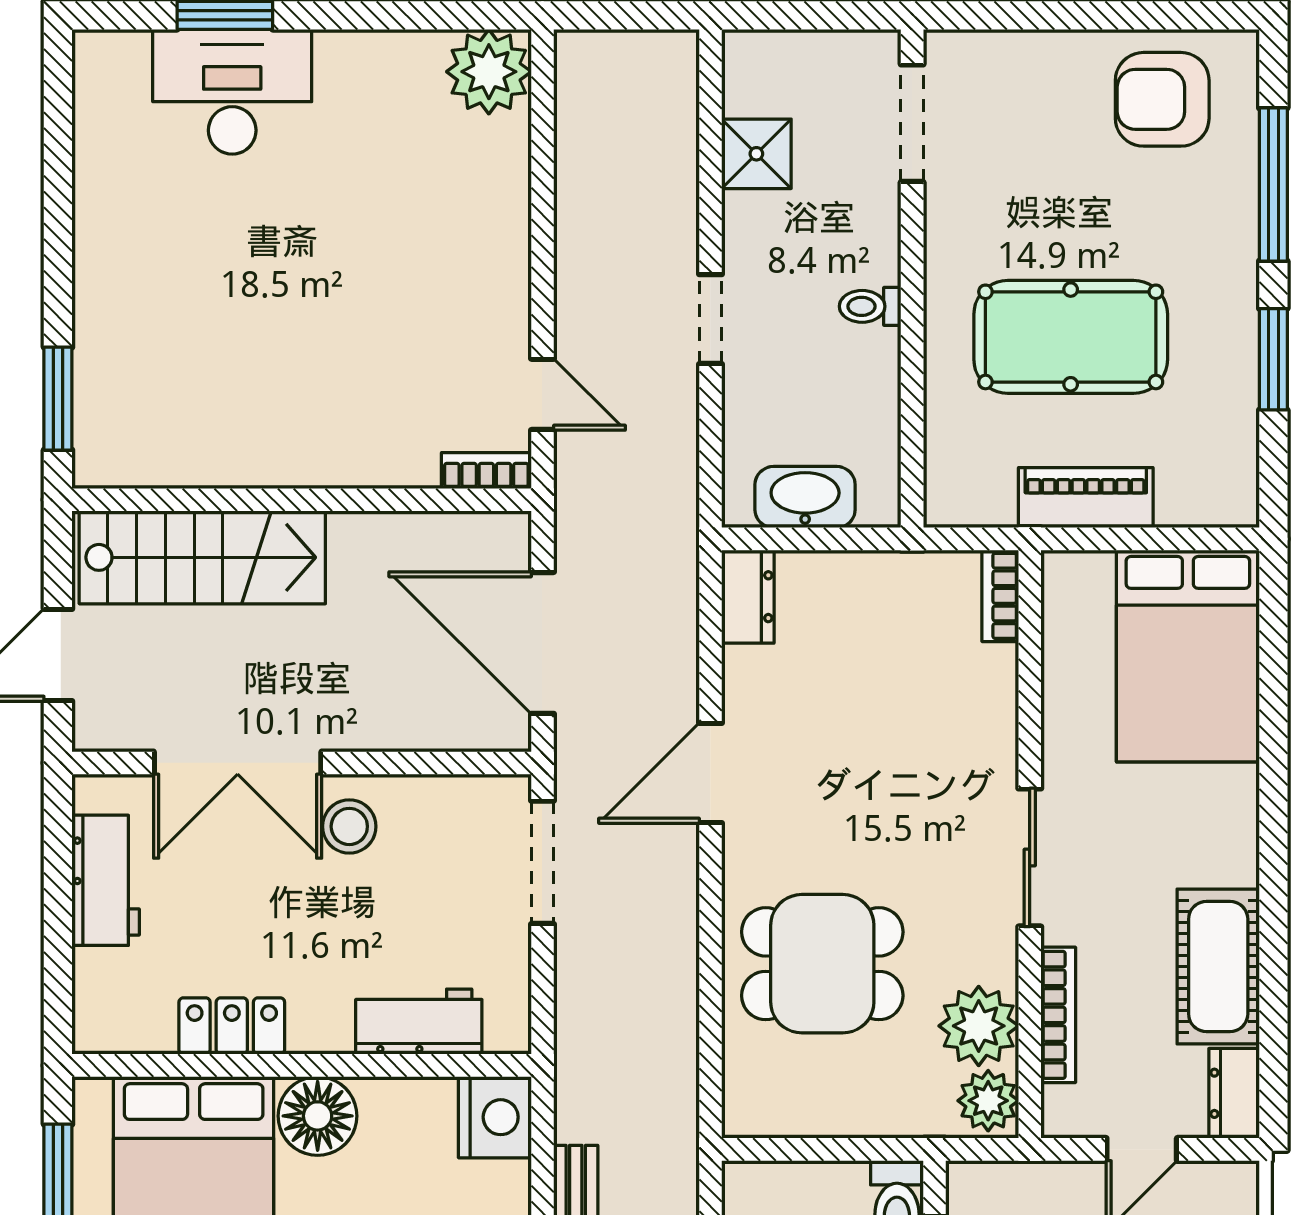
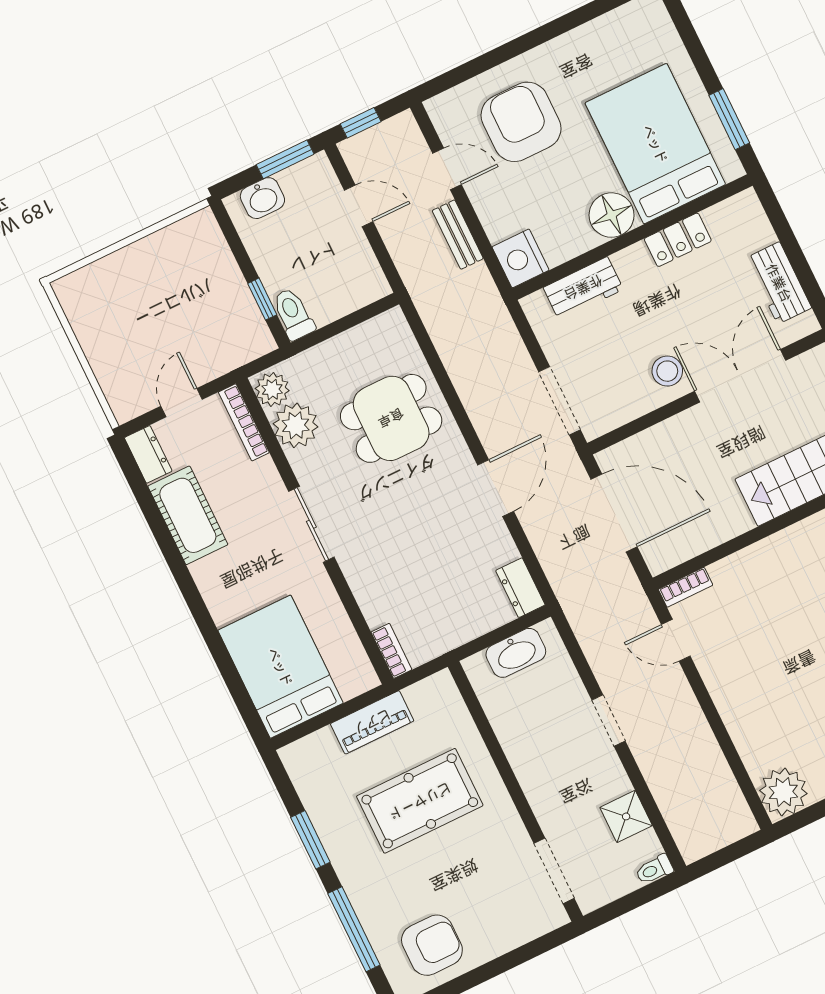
toilet: (870, 306) -> (654, 870), moved, turned 180
bookcase: (1058, 1015) -> (244, 422), moved

